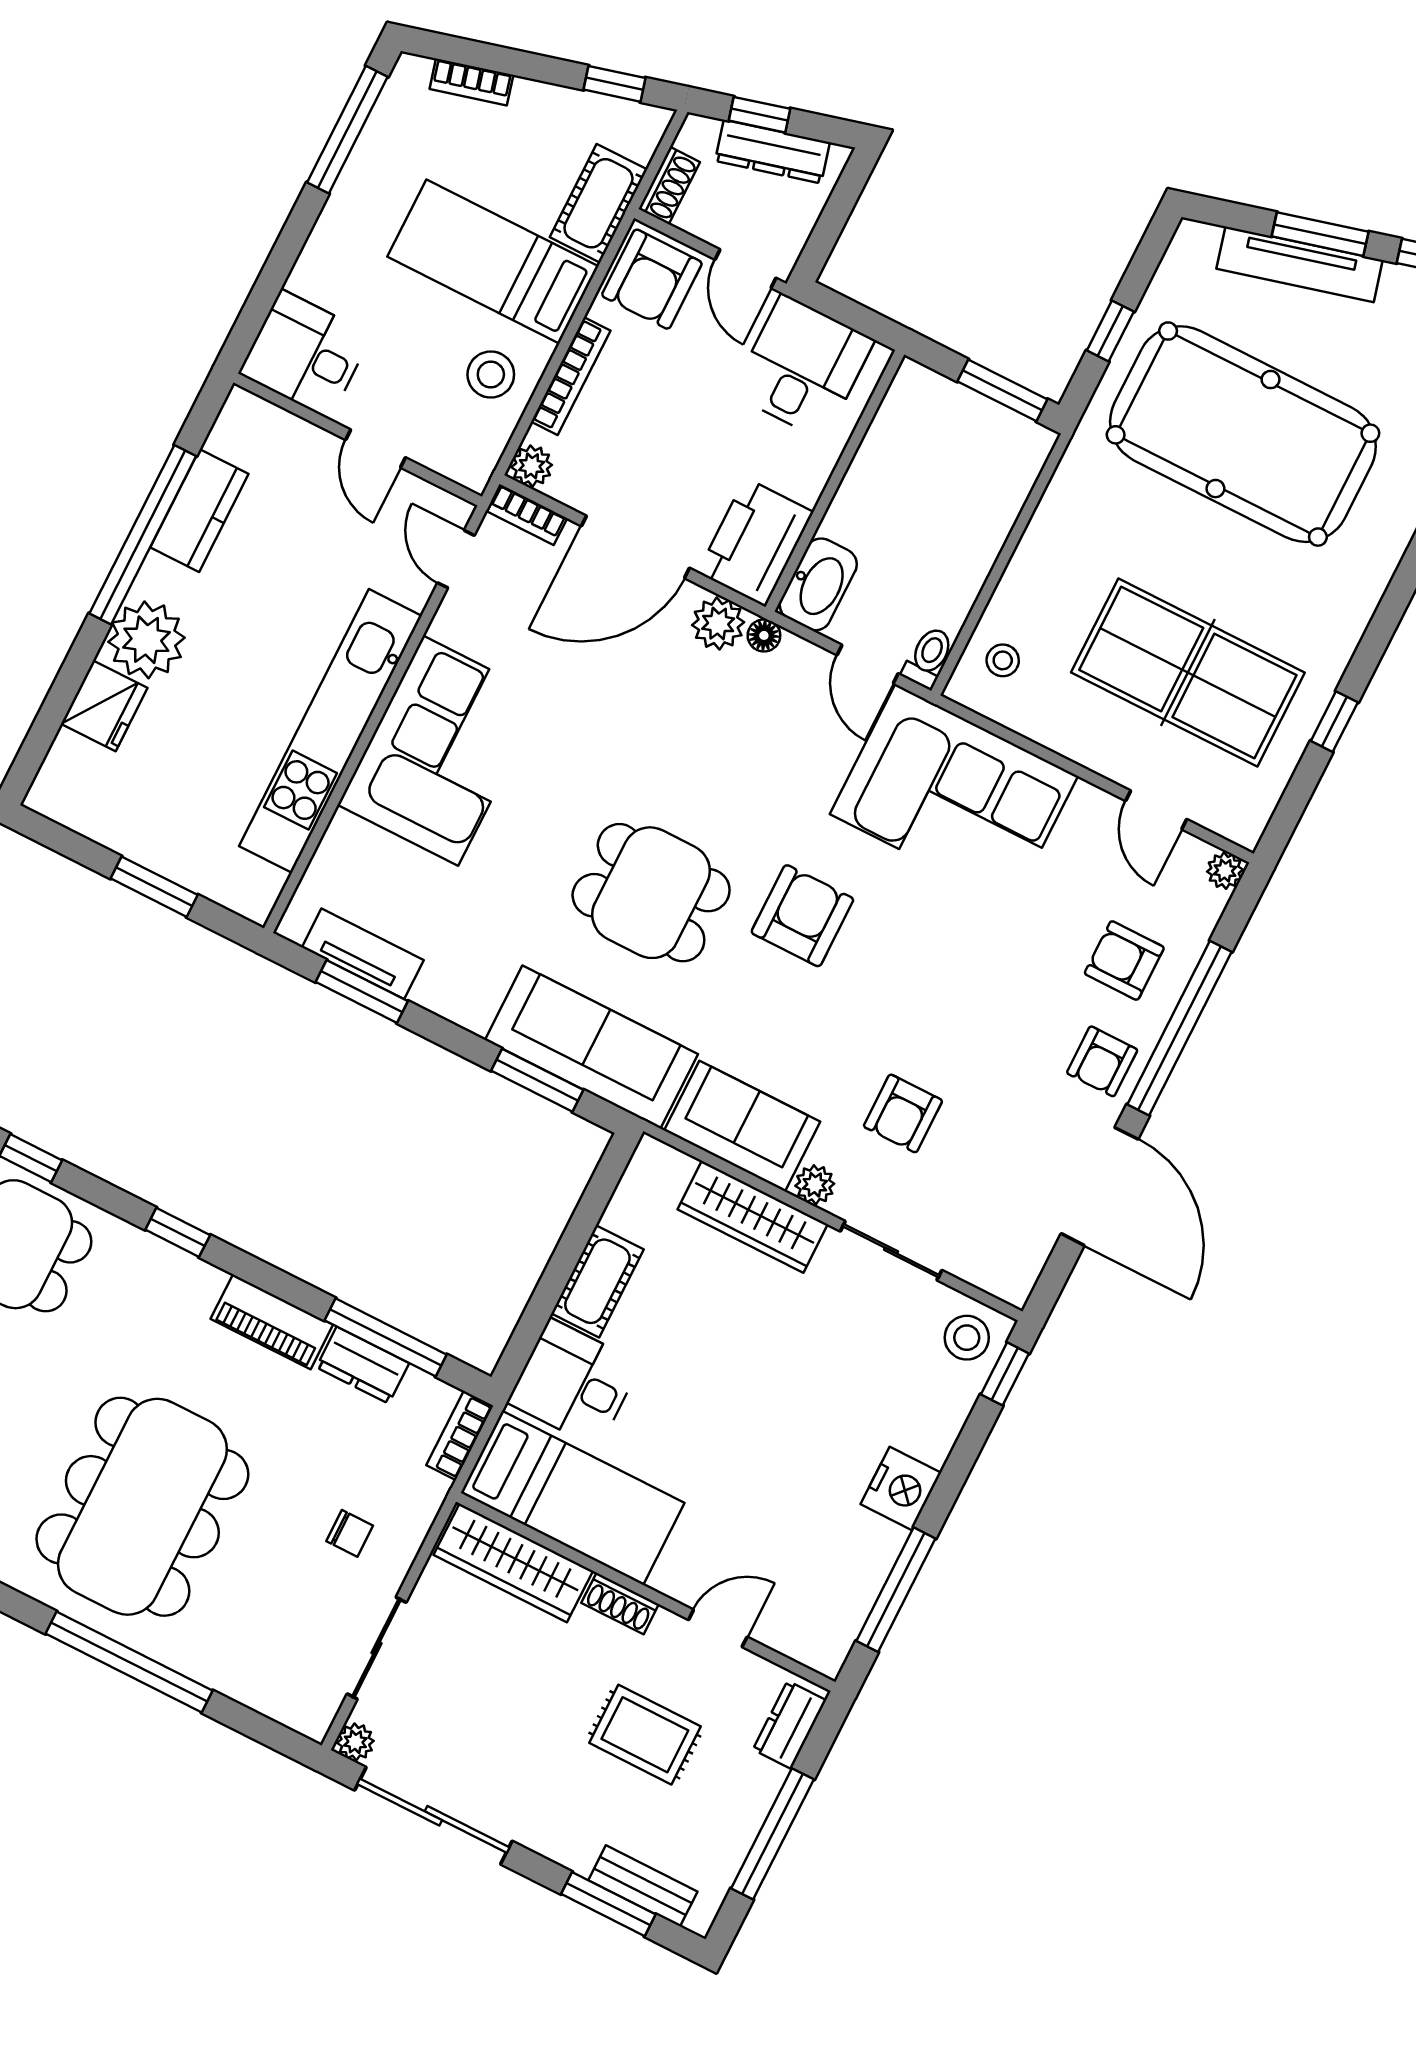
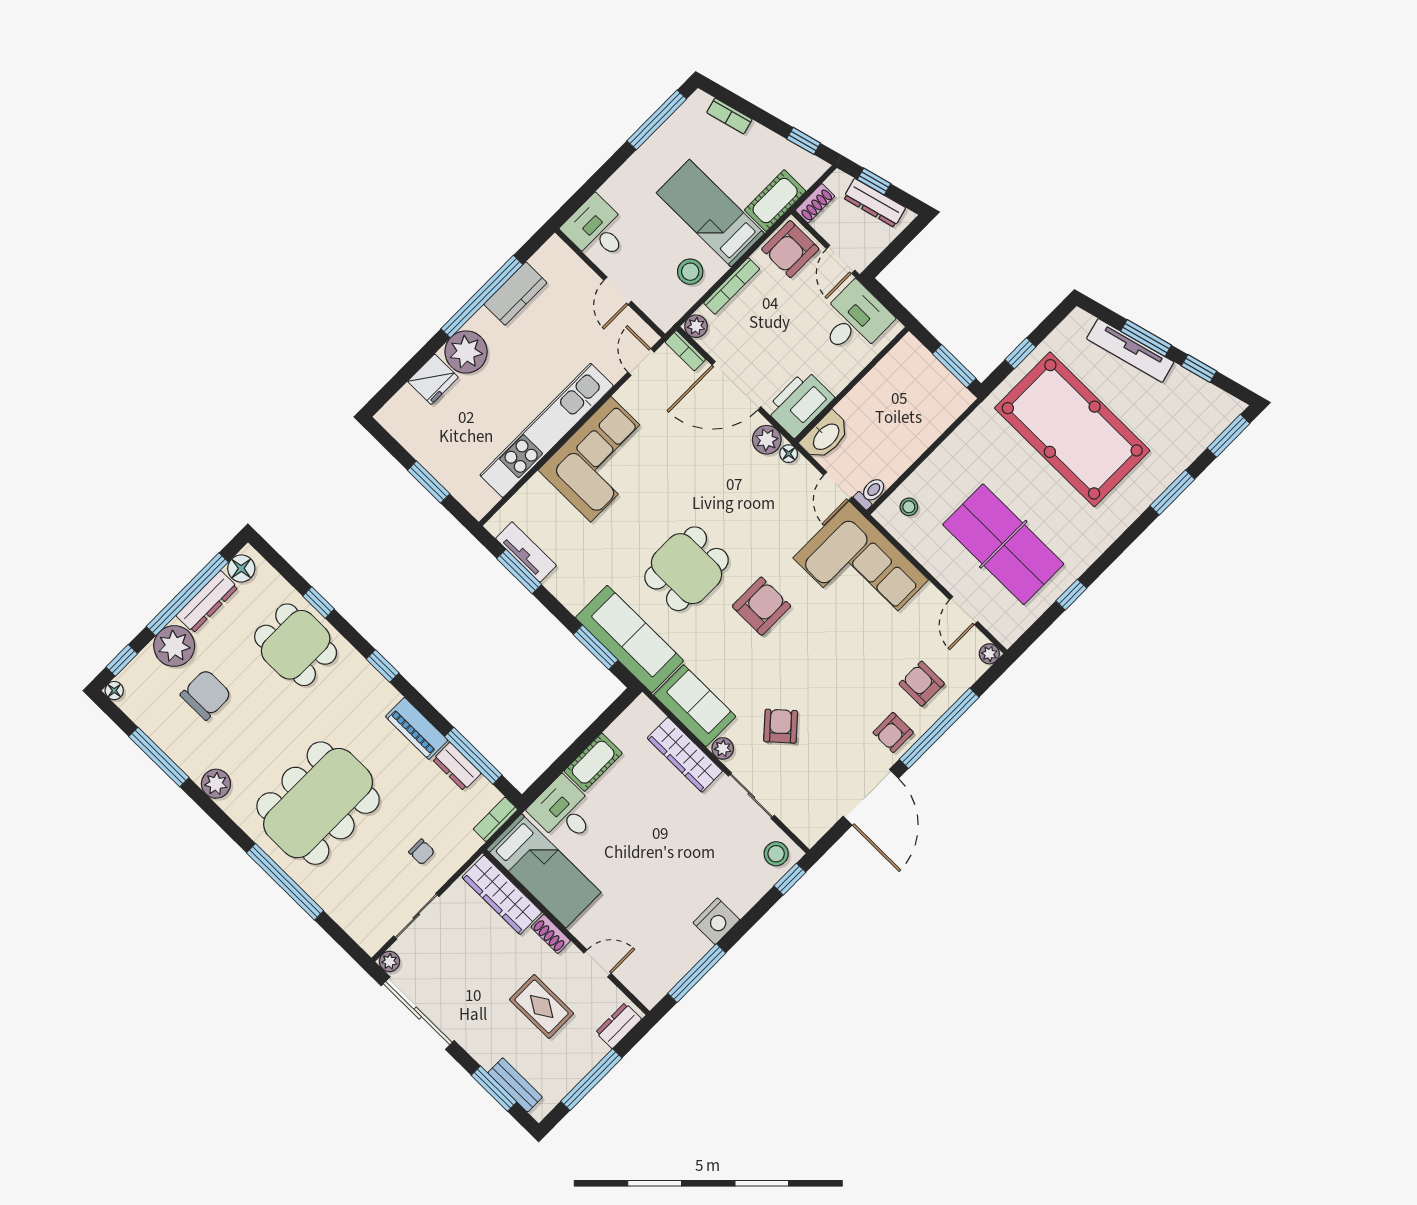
dining table: (651, 893) -> (686, 569), turned 90
armchair: (903, 1113) -> (781, 726), turned 138

